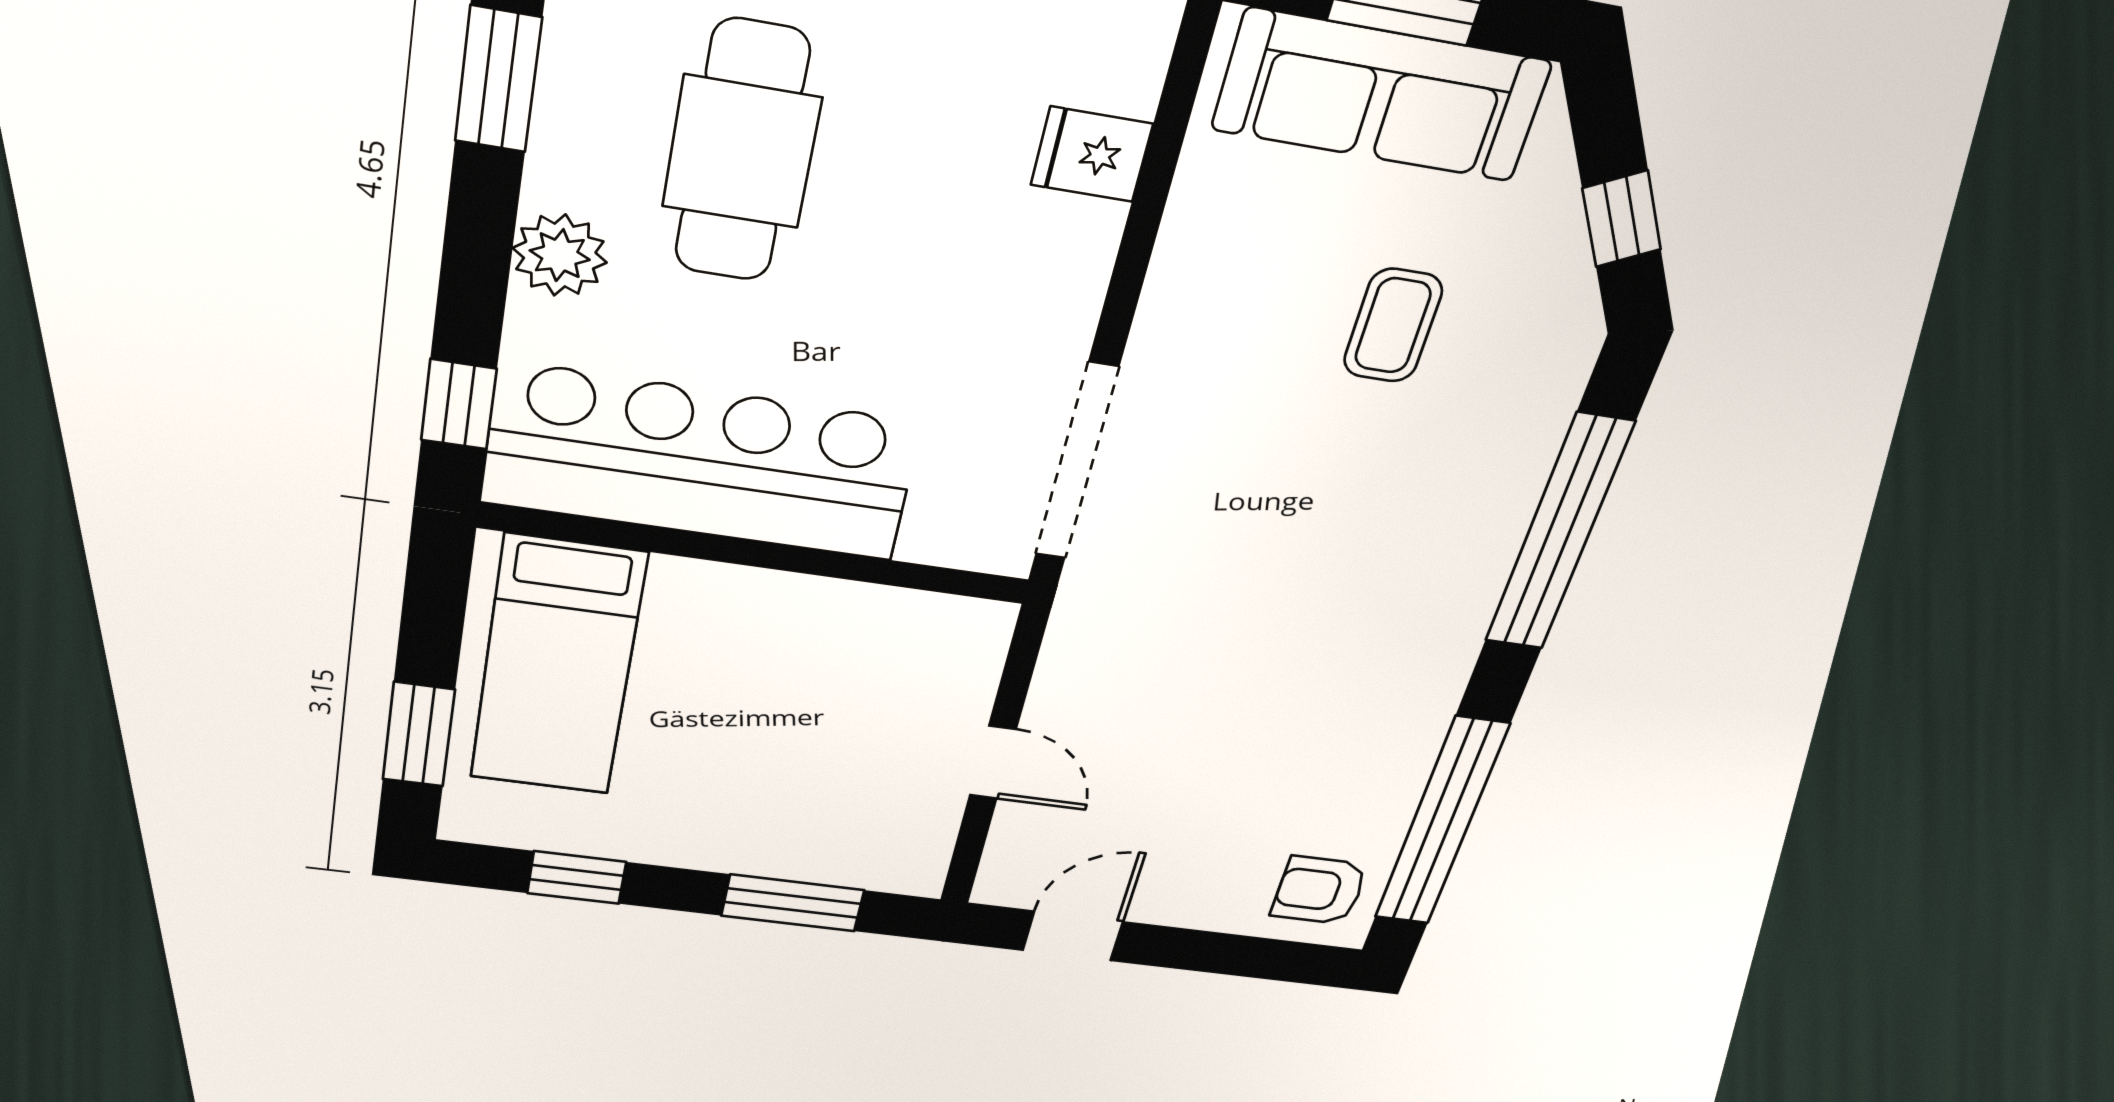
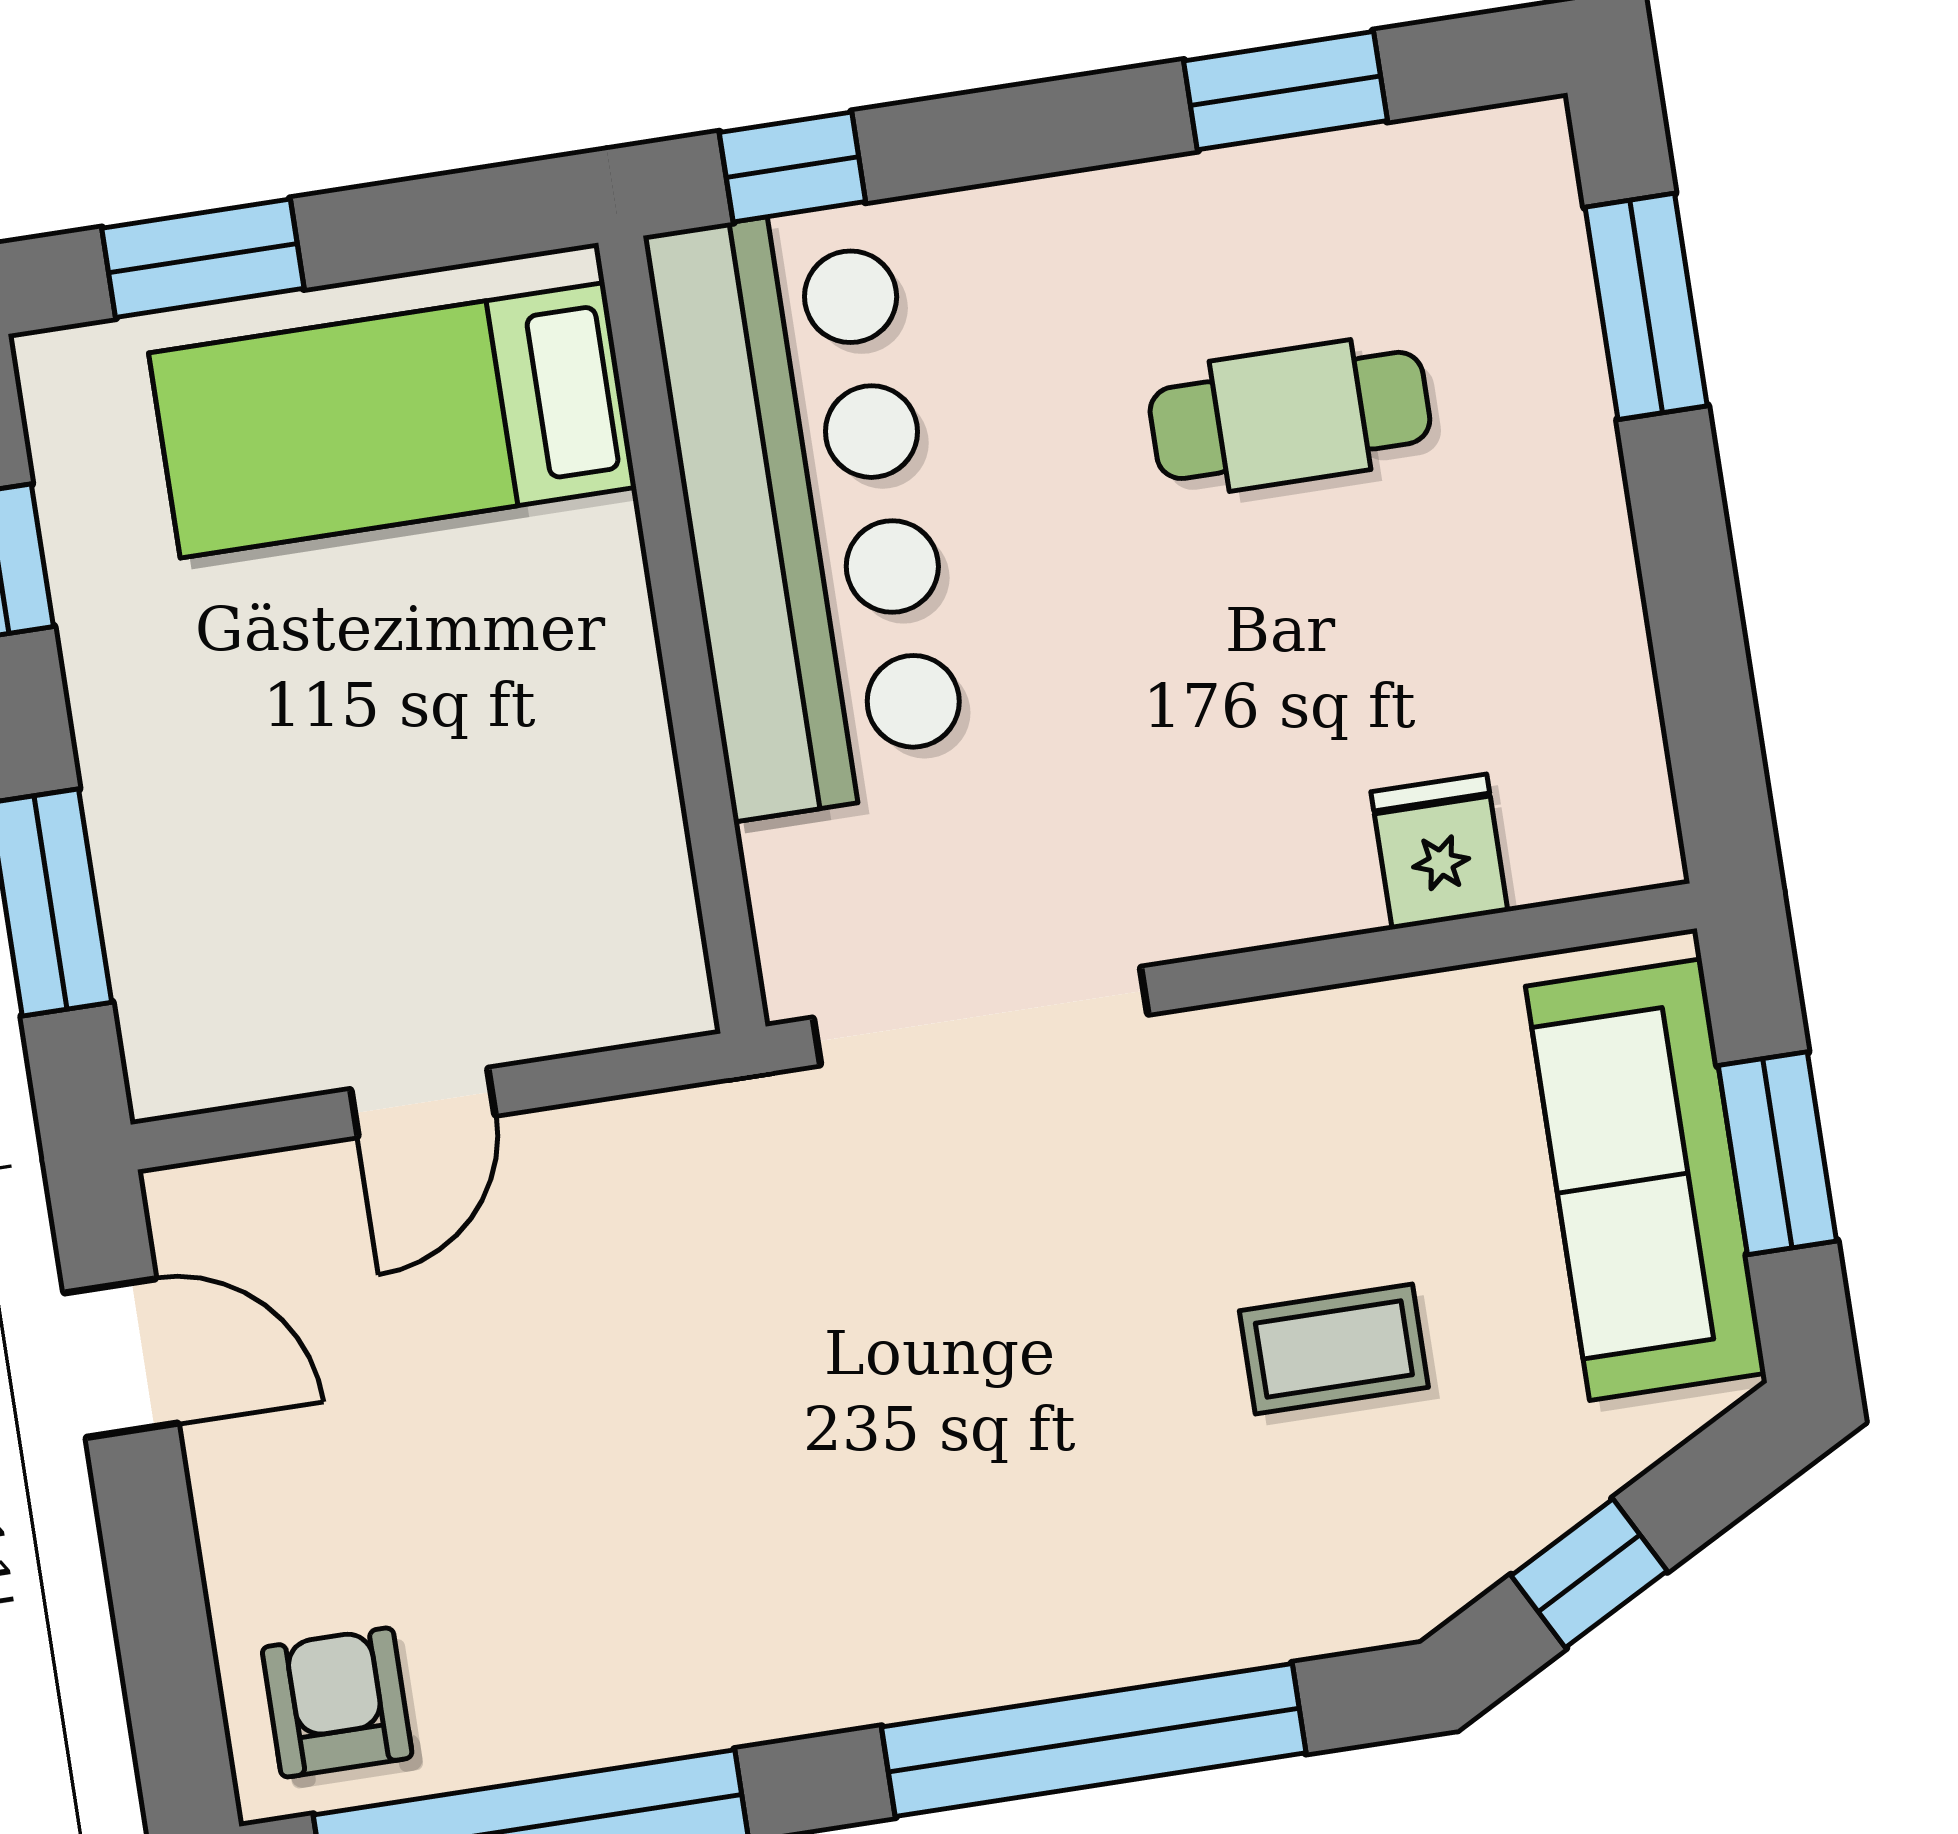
cafe table: (742, 152) -> (1290, 415), width x0.73, depth x0.74
plant: (560, 255) -> (1064, 234), removed

